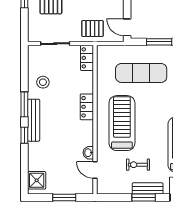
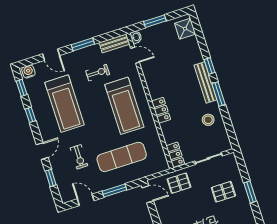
washbasin: (88, 153) -> (136, 37), moved
bench: (148, 188) -> (114, 43), moved

